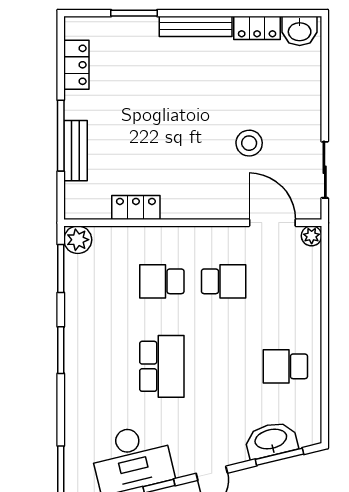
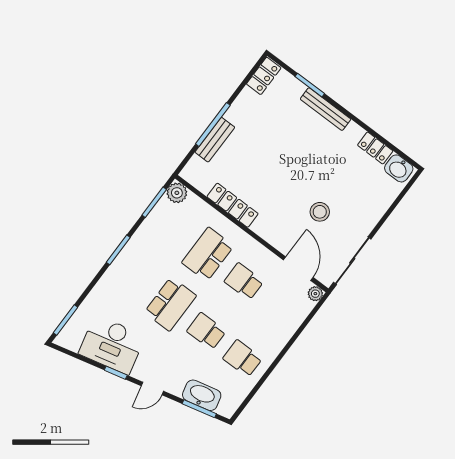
bench: (196, 26) -> (325, 109), moved
locker: (76, 65) -> (264, 76), moved
sliding door: (325, 170) -> (352, 261), width x1.37
locker: (136, 207) -> (233, 205), width x1.53
school desk: (162, 281) -> (208, 254), width x1.85
school desk: (224, 281) -> (244, 281), turned 180
school desk: (224, 366) -> (206, 331), added

